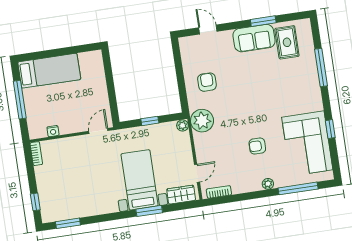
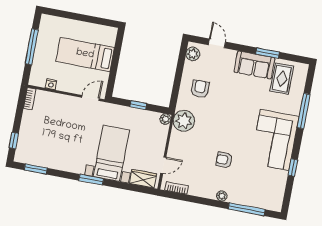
plant: (187, 49) -> (193, 54), added
bed: (49, 71) -> (85, 54), moved, turned 180
corner sofa: (307, 143) -> (275, 140), moved
window: (149, 211) -> (91, 180), moved

